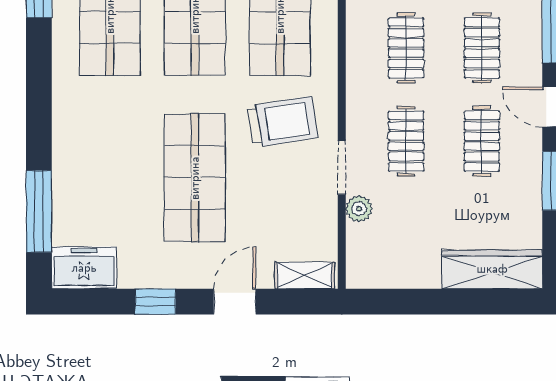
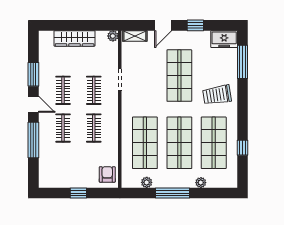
trolley: (283, 122) -> (217, 95), moved
plant: (359, 209) -> (113, 36), moved
wardrobe: (492, 269) -> (75, 38), moved

